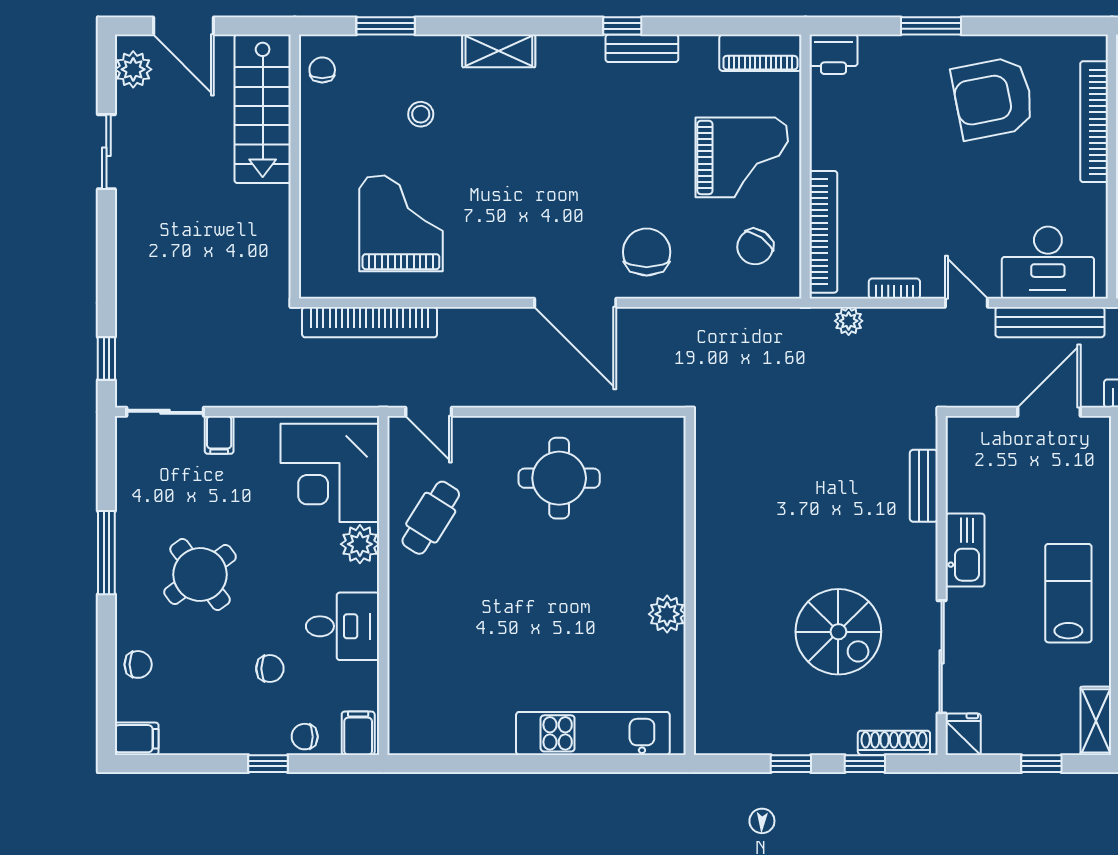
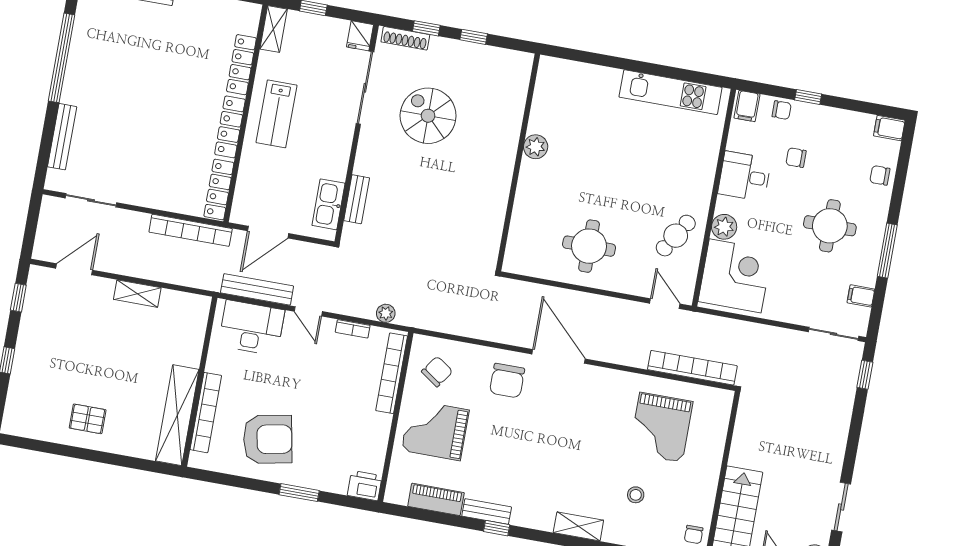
piano: (760, 53) -> (436, 499), moved
filing cabinet: (219, 435) -> (861, 296), moved, turned -90
kitchen sink: (965, 550) -> (328, 204), moved
round table: (200, 574) -> (830, 226), turned 37
kitchen unit: (593, 733) -> (671, 92), moved

